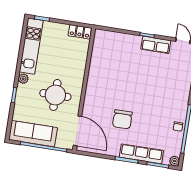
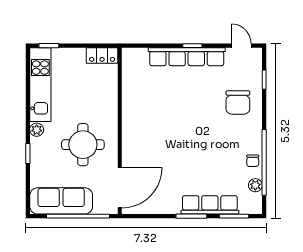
row of seats: (156, 45) -> (187, 57), width x2.02
chair: (122, 119) -> (238, 102), moved
door: (77, 131) -> (120, 188), hinge flipped
plant: (174, 161) -> (255, 185), moved

